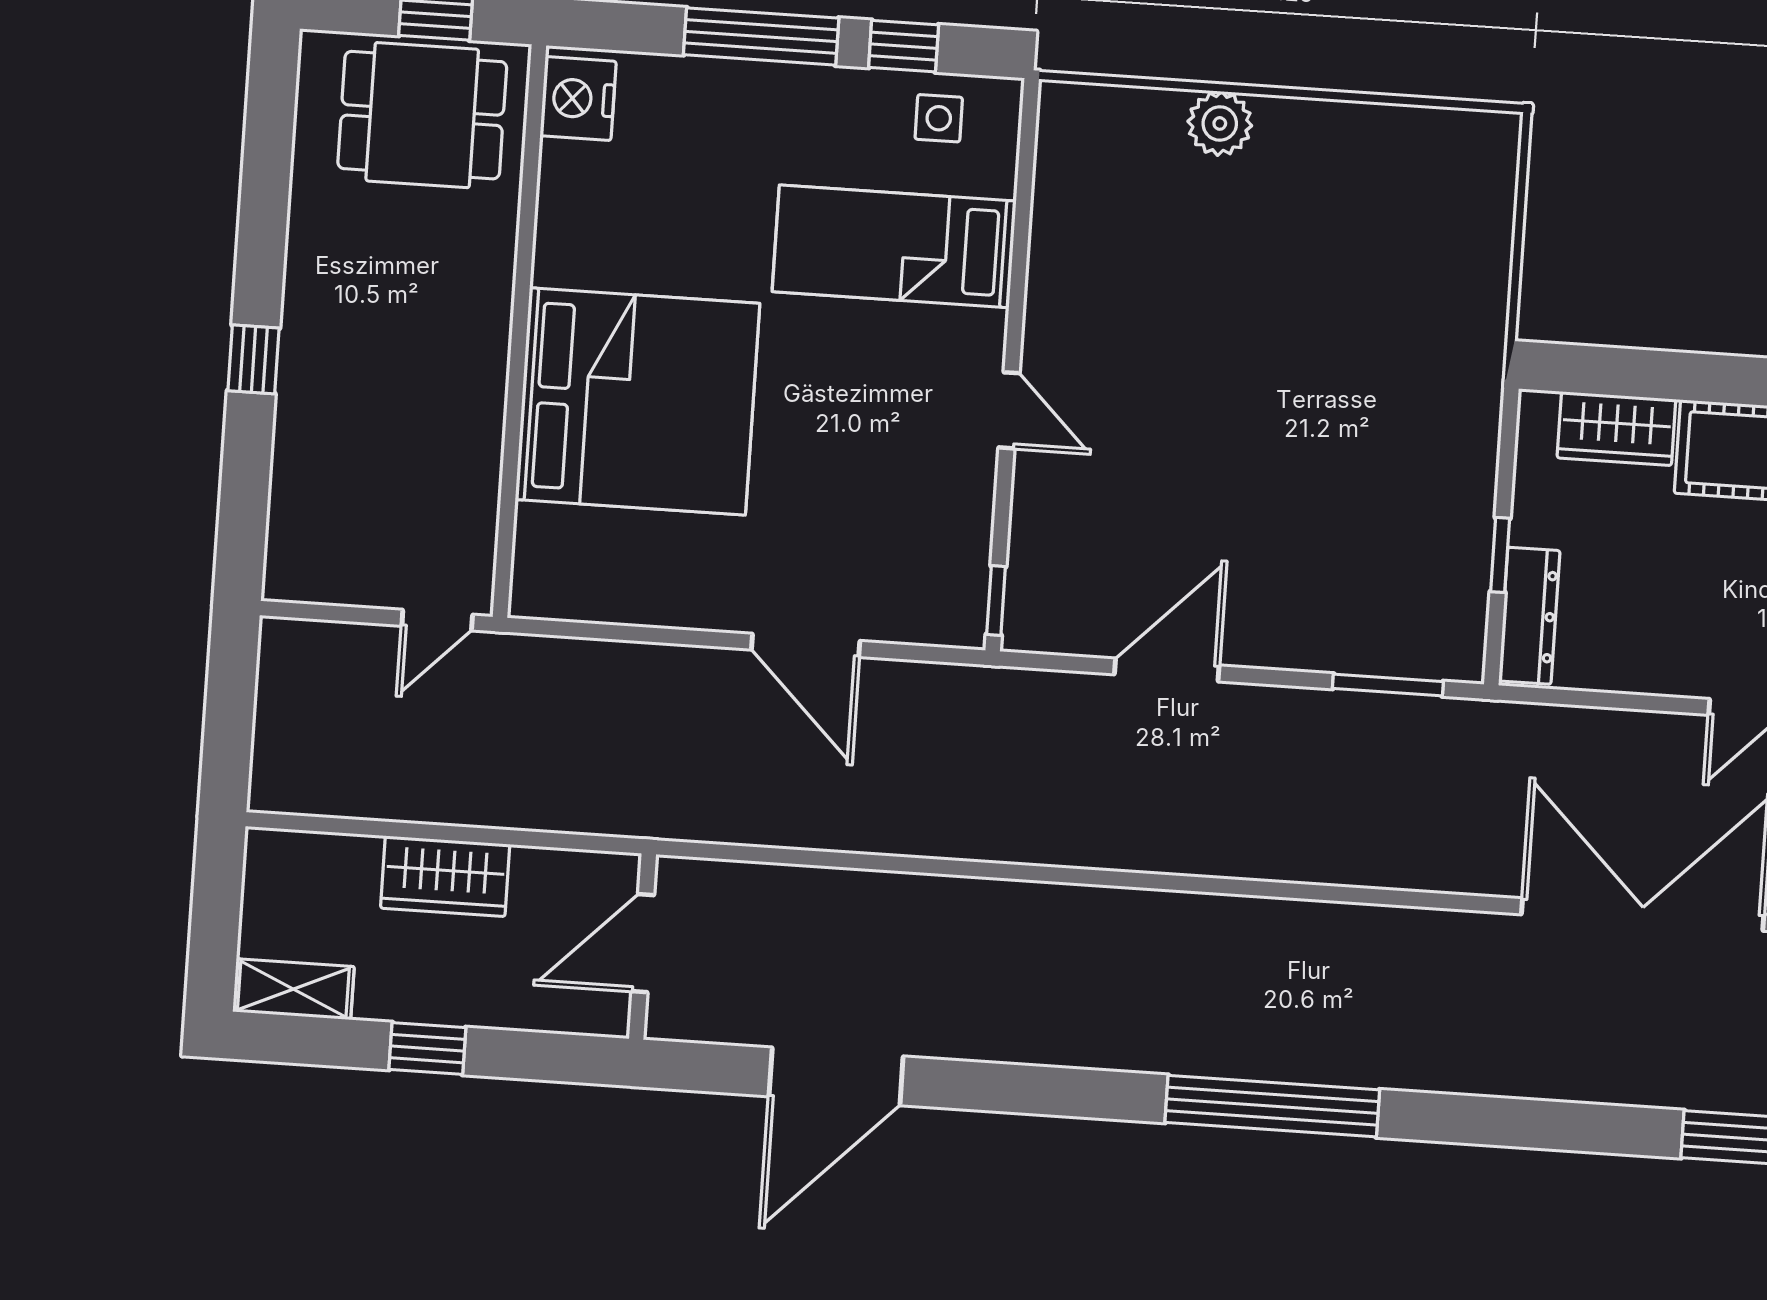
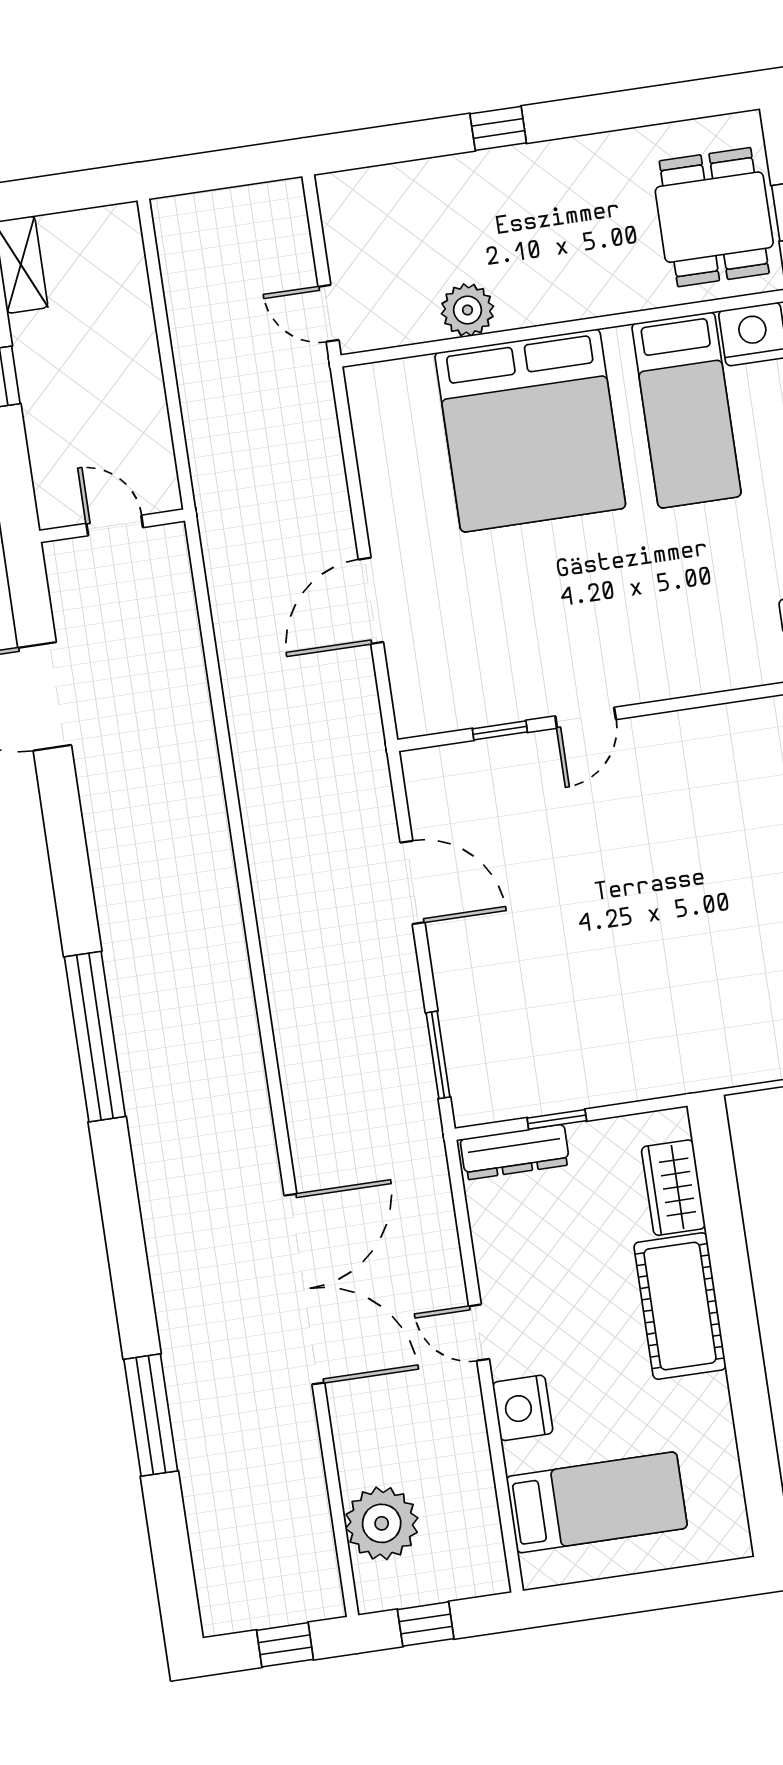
bed: (894, 246) -> (686, 410), moved, turned 180
plant: (471, 447) -> (468, 310), added
window: (996, 600) -> (500, 730), moved
wardrobe: (445, 876) -> (133, 362), removed
door: (643, 943) -> (115, 525), width x0.73

